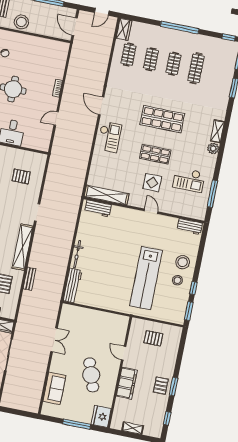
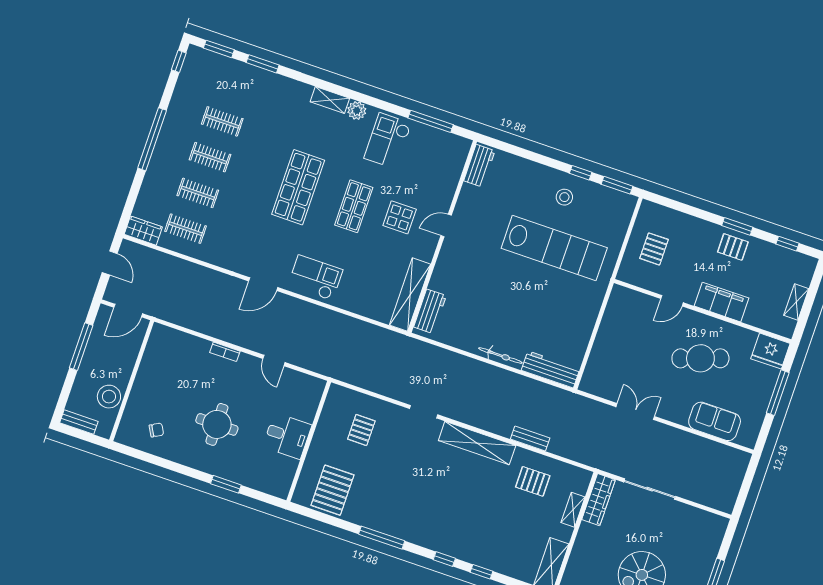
clothes rail: (196, 68) -> (222, 121), width x0.73
checkout: (189, 180) -> (388, 141), moved, turned 180
stool: (183, 262) -> (536, 185), removed

